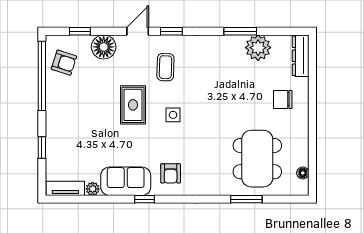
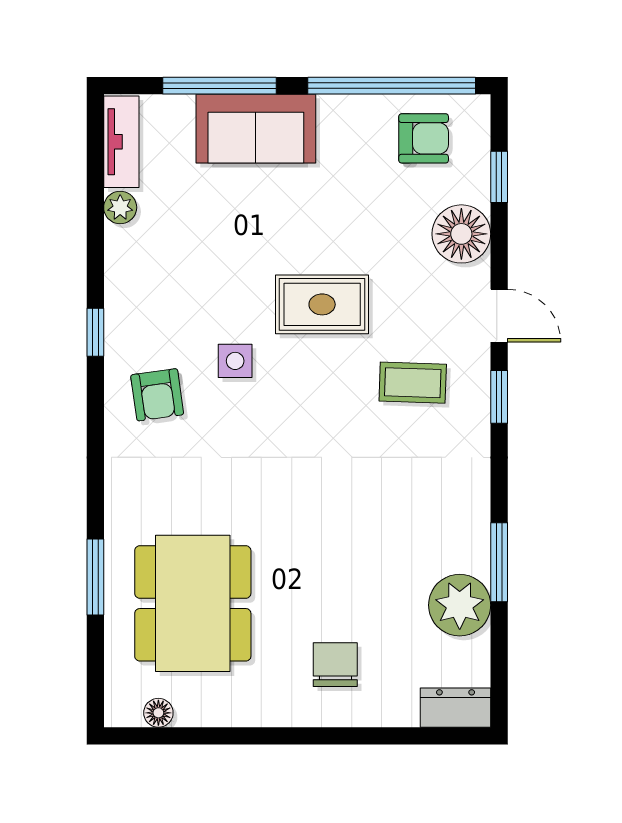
dresser: (301, 56) -> (456, 708), width x0.70
armchair: (64, 63) -> (424, 138), turned -108
side table: (173, 115) -> (235, 361), moved
window: (42, 148) -> (219, 86), width x2.17
dining table: (257, 159) -> (193, 603), turned 90
armchair: (171, 173) -> (157, 395), turned -98
sofa: (126, 181) -> (256, 129), moved, turned 90

